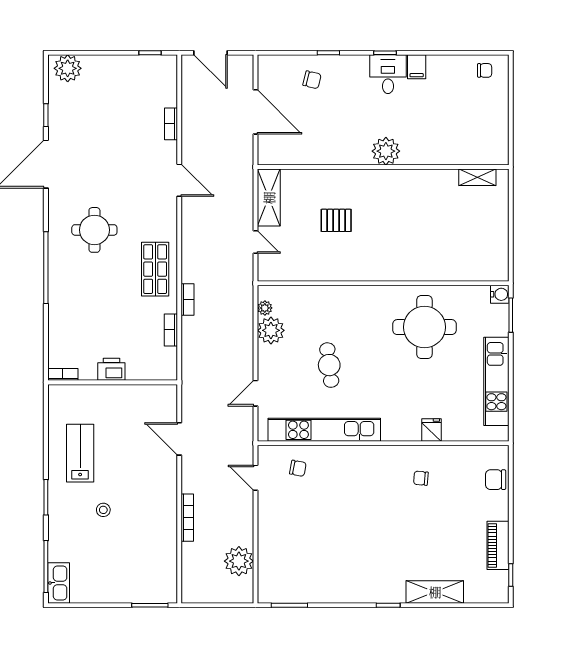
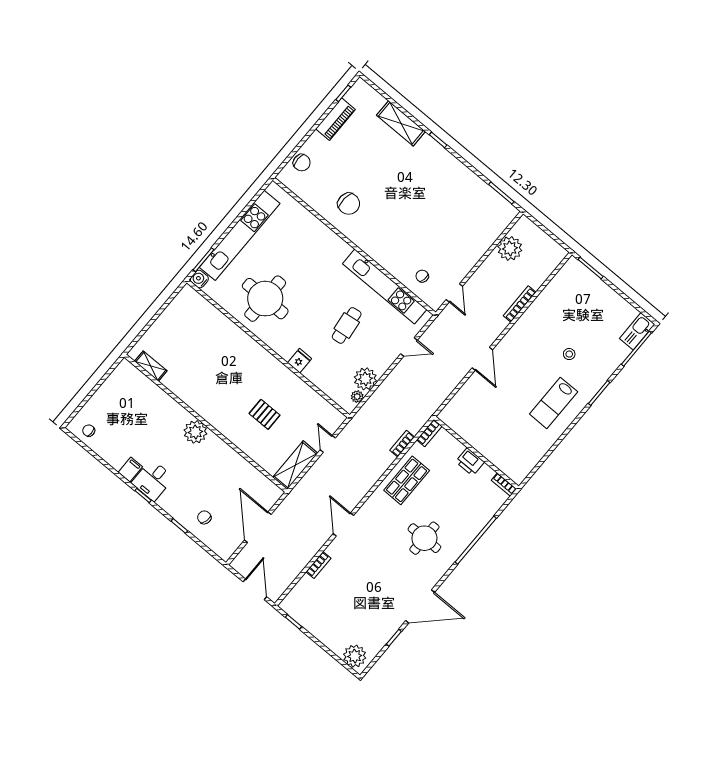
printer: (111, 369) -> (470, 462), moved
bookcase: (63, 374) -> (504, 485), moved
kitchen unit: (496, 381) -> (240, 235), width x1.36
wall: (113, 382) -> (476, 453), moved
fridge: (431, 430) -> (300, 361), moved, turned 180
chair: (421, 478) -> (349, 204), width x1.87, depth x1.87

